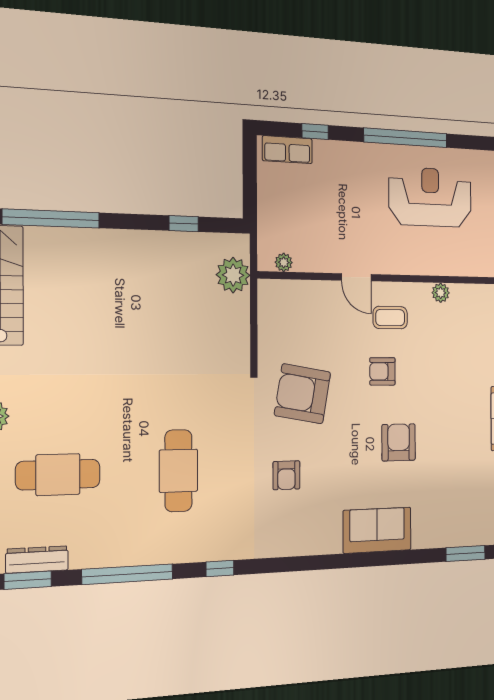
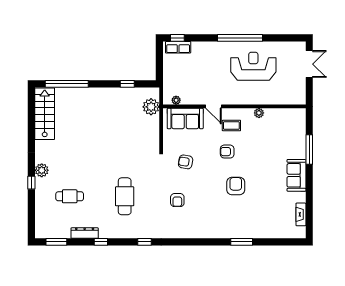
window: (315, 132) -> (177, 38), moved
armchair: (303, 394) -> (186, 162), width x0.53, depth x0.53
cafe table: (58, 475) -> (70, 196), width x0.73, depth x0.74
sofa: (377, 530) -> (185, 118), moved, turned 180
window: (466, 553) -> (242, 242), moved
dresser: (37, 560) -> (85, 233), moved
window: (128, 574) -> (101, 242), width x0.32

